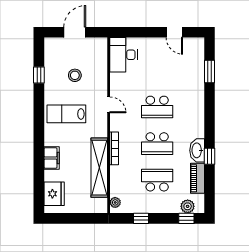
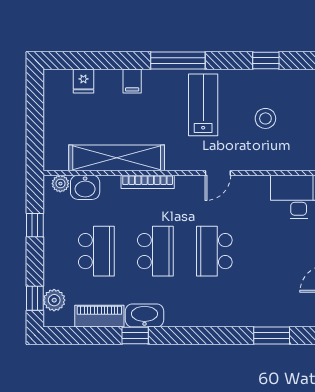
window: (39, 130) -> (178, 61), added
school desk: (157, 144) -> (155, 251), turned 180
filing cabinet: (52, 158) -> (132, 81), width x0.50
washbasin: (118, 187) -> (85, 187), added
fridge: (54, 194) -> (83, 81), width x0.53, depth x0.75

